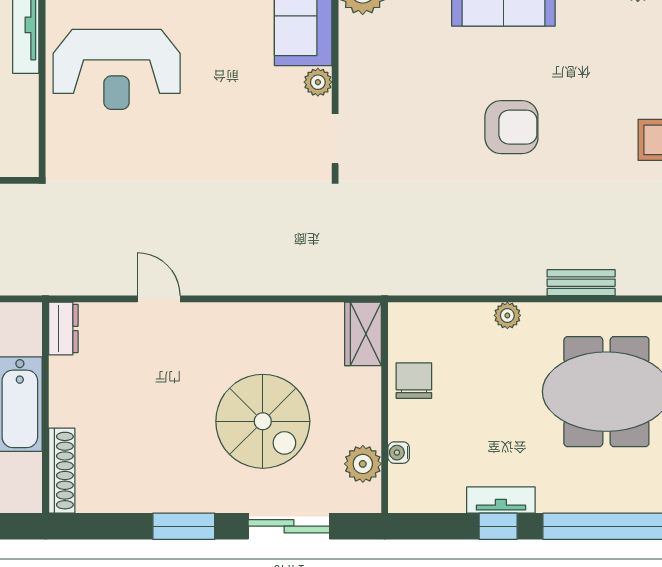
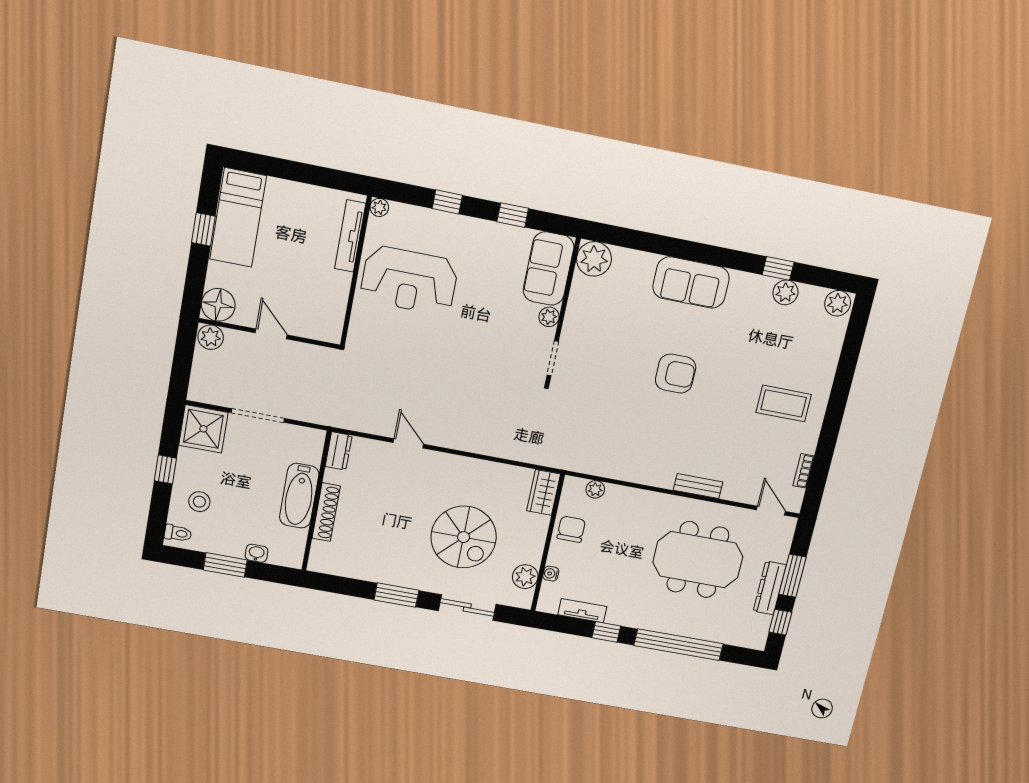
plant: (507, 315) -> (595, 489), moved
shoe rack: (62, 471) -> (326, 512), moved
tv unit: (501, 500) -> (582, 611), moved

